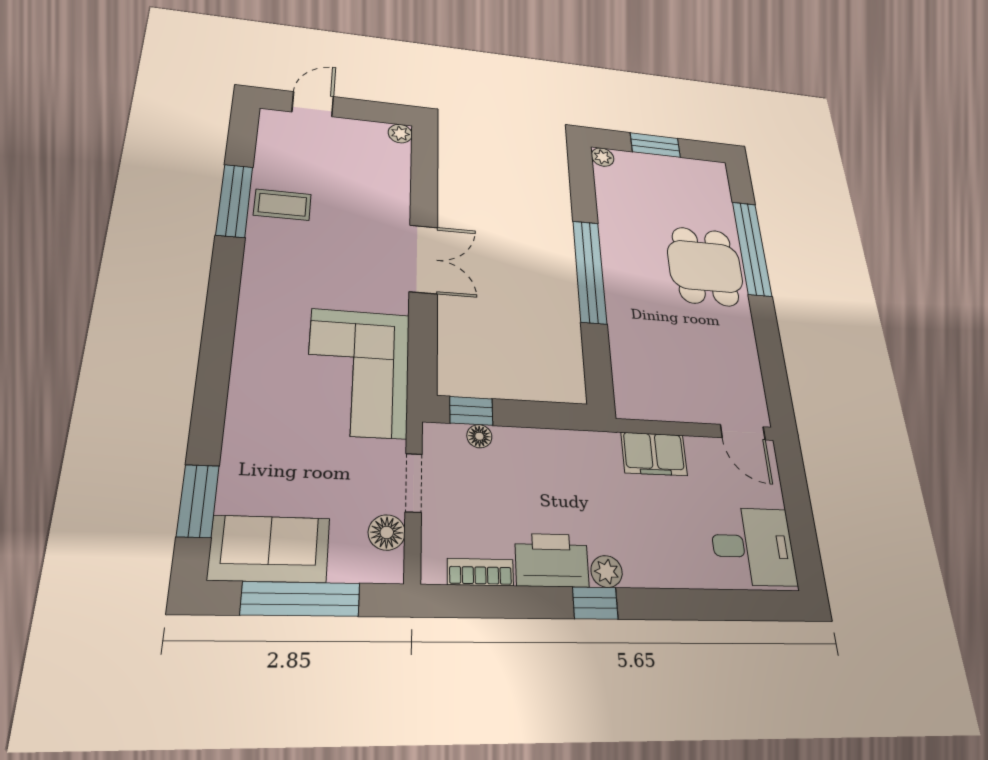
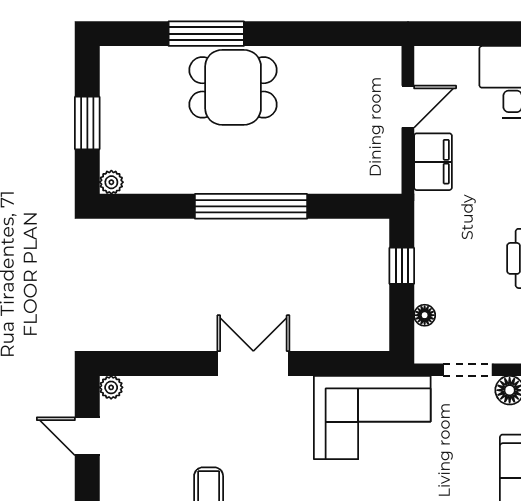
door: (313, 104) -> (87, 436), moved
window: (752, 248) -> (206, 34), width x0.68
window: (471, 411) -> (402, 266), moved
door: (743, 432) -> (408, 107), moved

